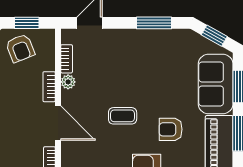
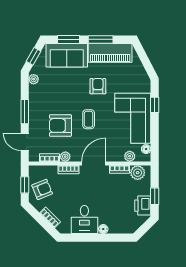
window: (154, 23) -> (25, 112), moved
plant: (181, 36) -> (34, 79), added
armchair: (113, 75) -> (60, 125), added
armchair: (171, 129) -> (98, 86), turned 180

